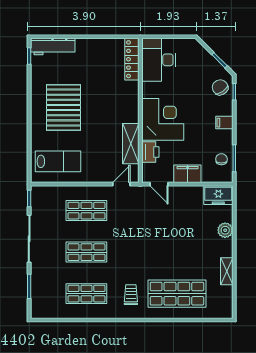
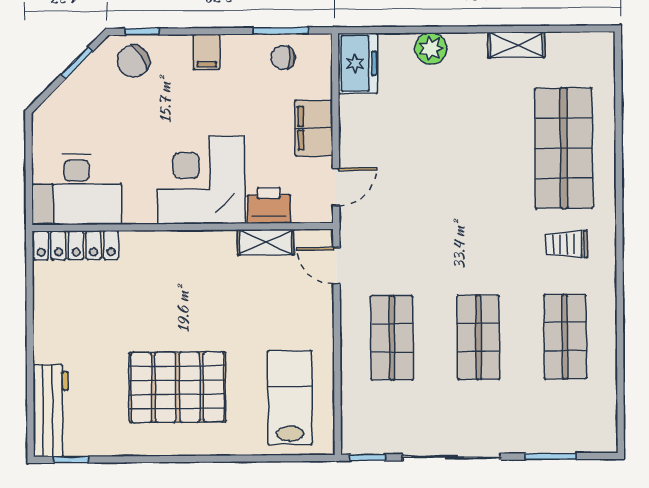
shelving: (131, 144) -> (266, 242), width x0.67, depth x0.75

